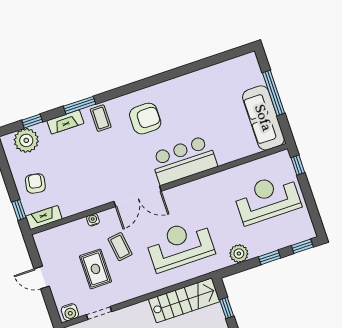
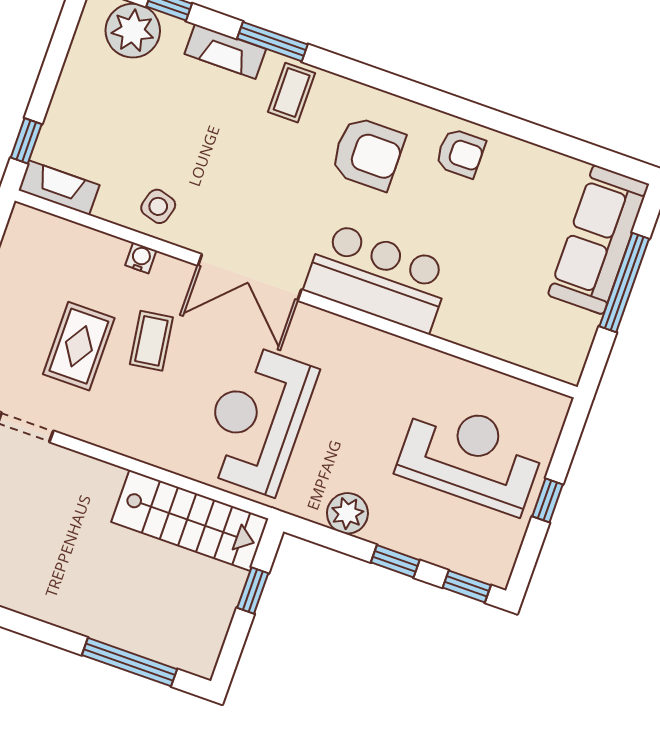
sofa: (263, 118) -> (598, 240), moved
window: (298, 165) -> (548, 500), moved
armchair: (35, 183) -> (460, 153), moved, turned 80
side table: (85, 196) -> (158, 206), added
reception desk: (180, 245) -> (257, 419), turned -90

